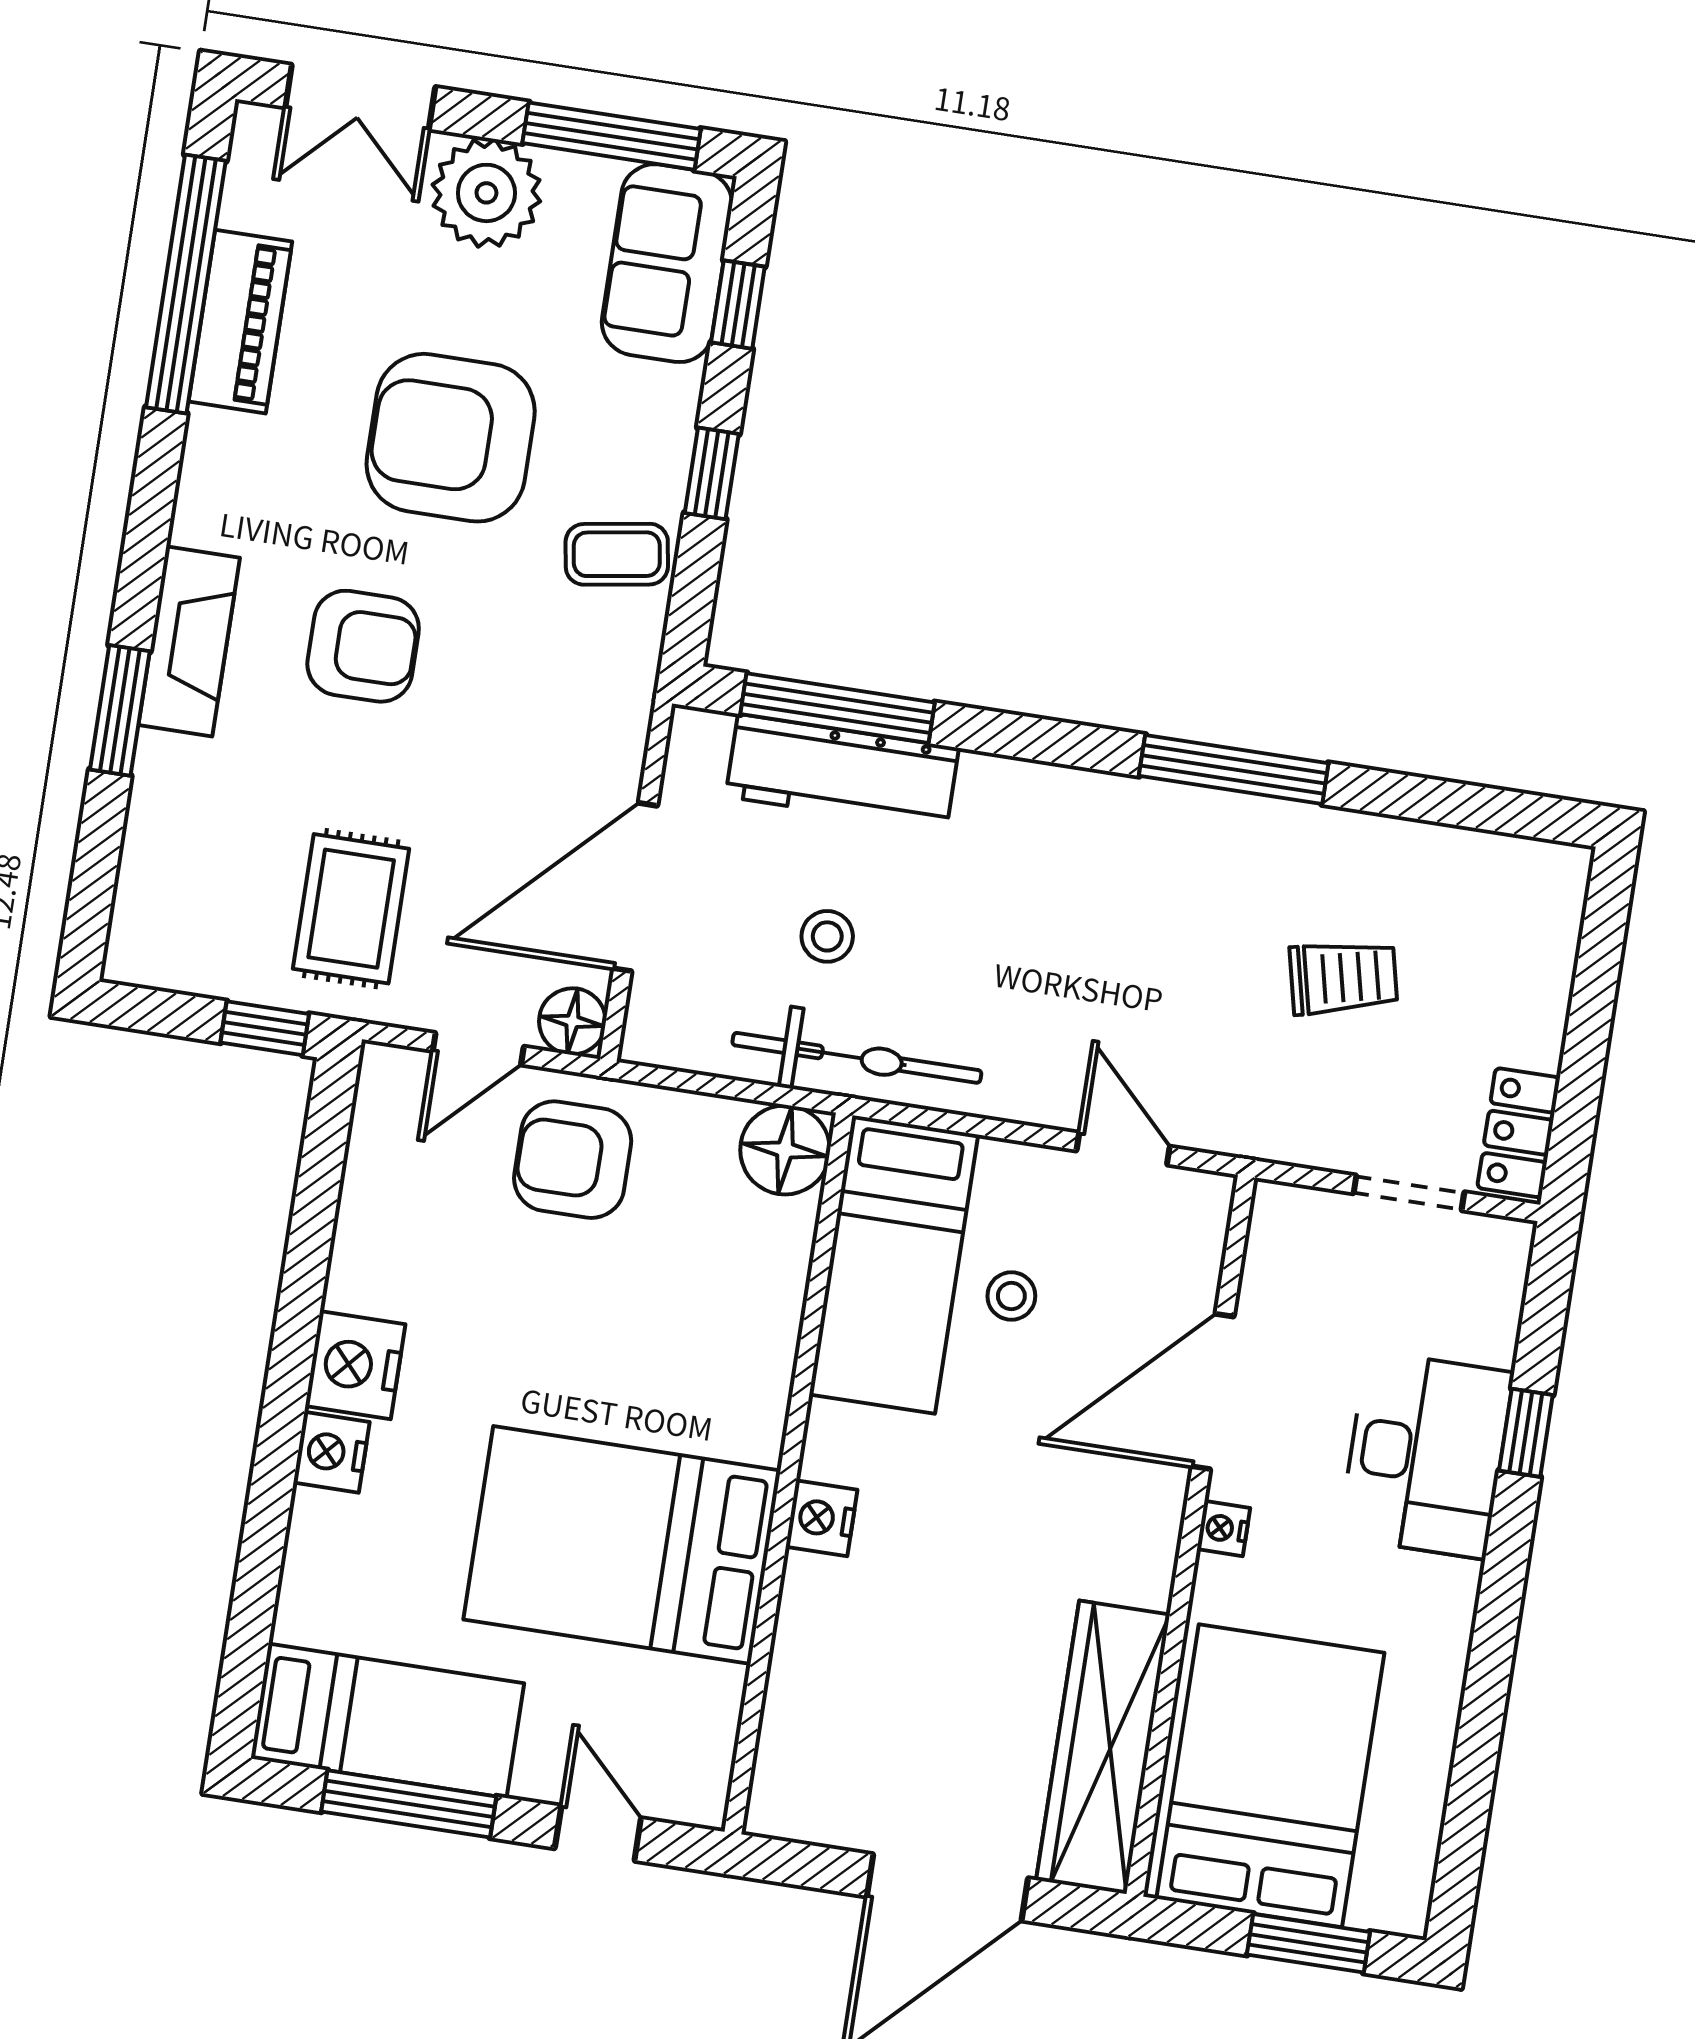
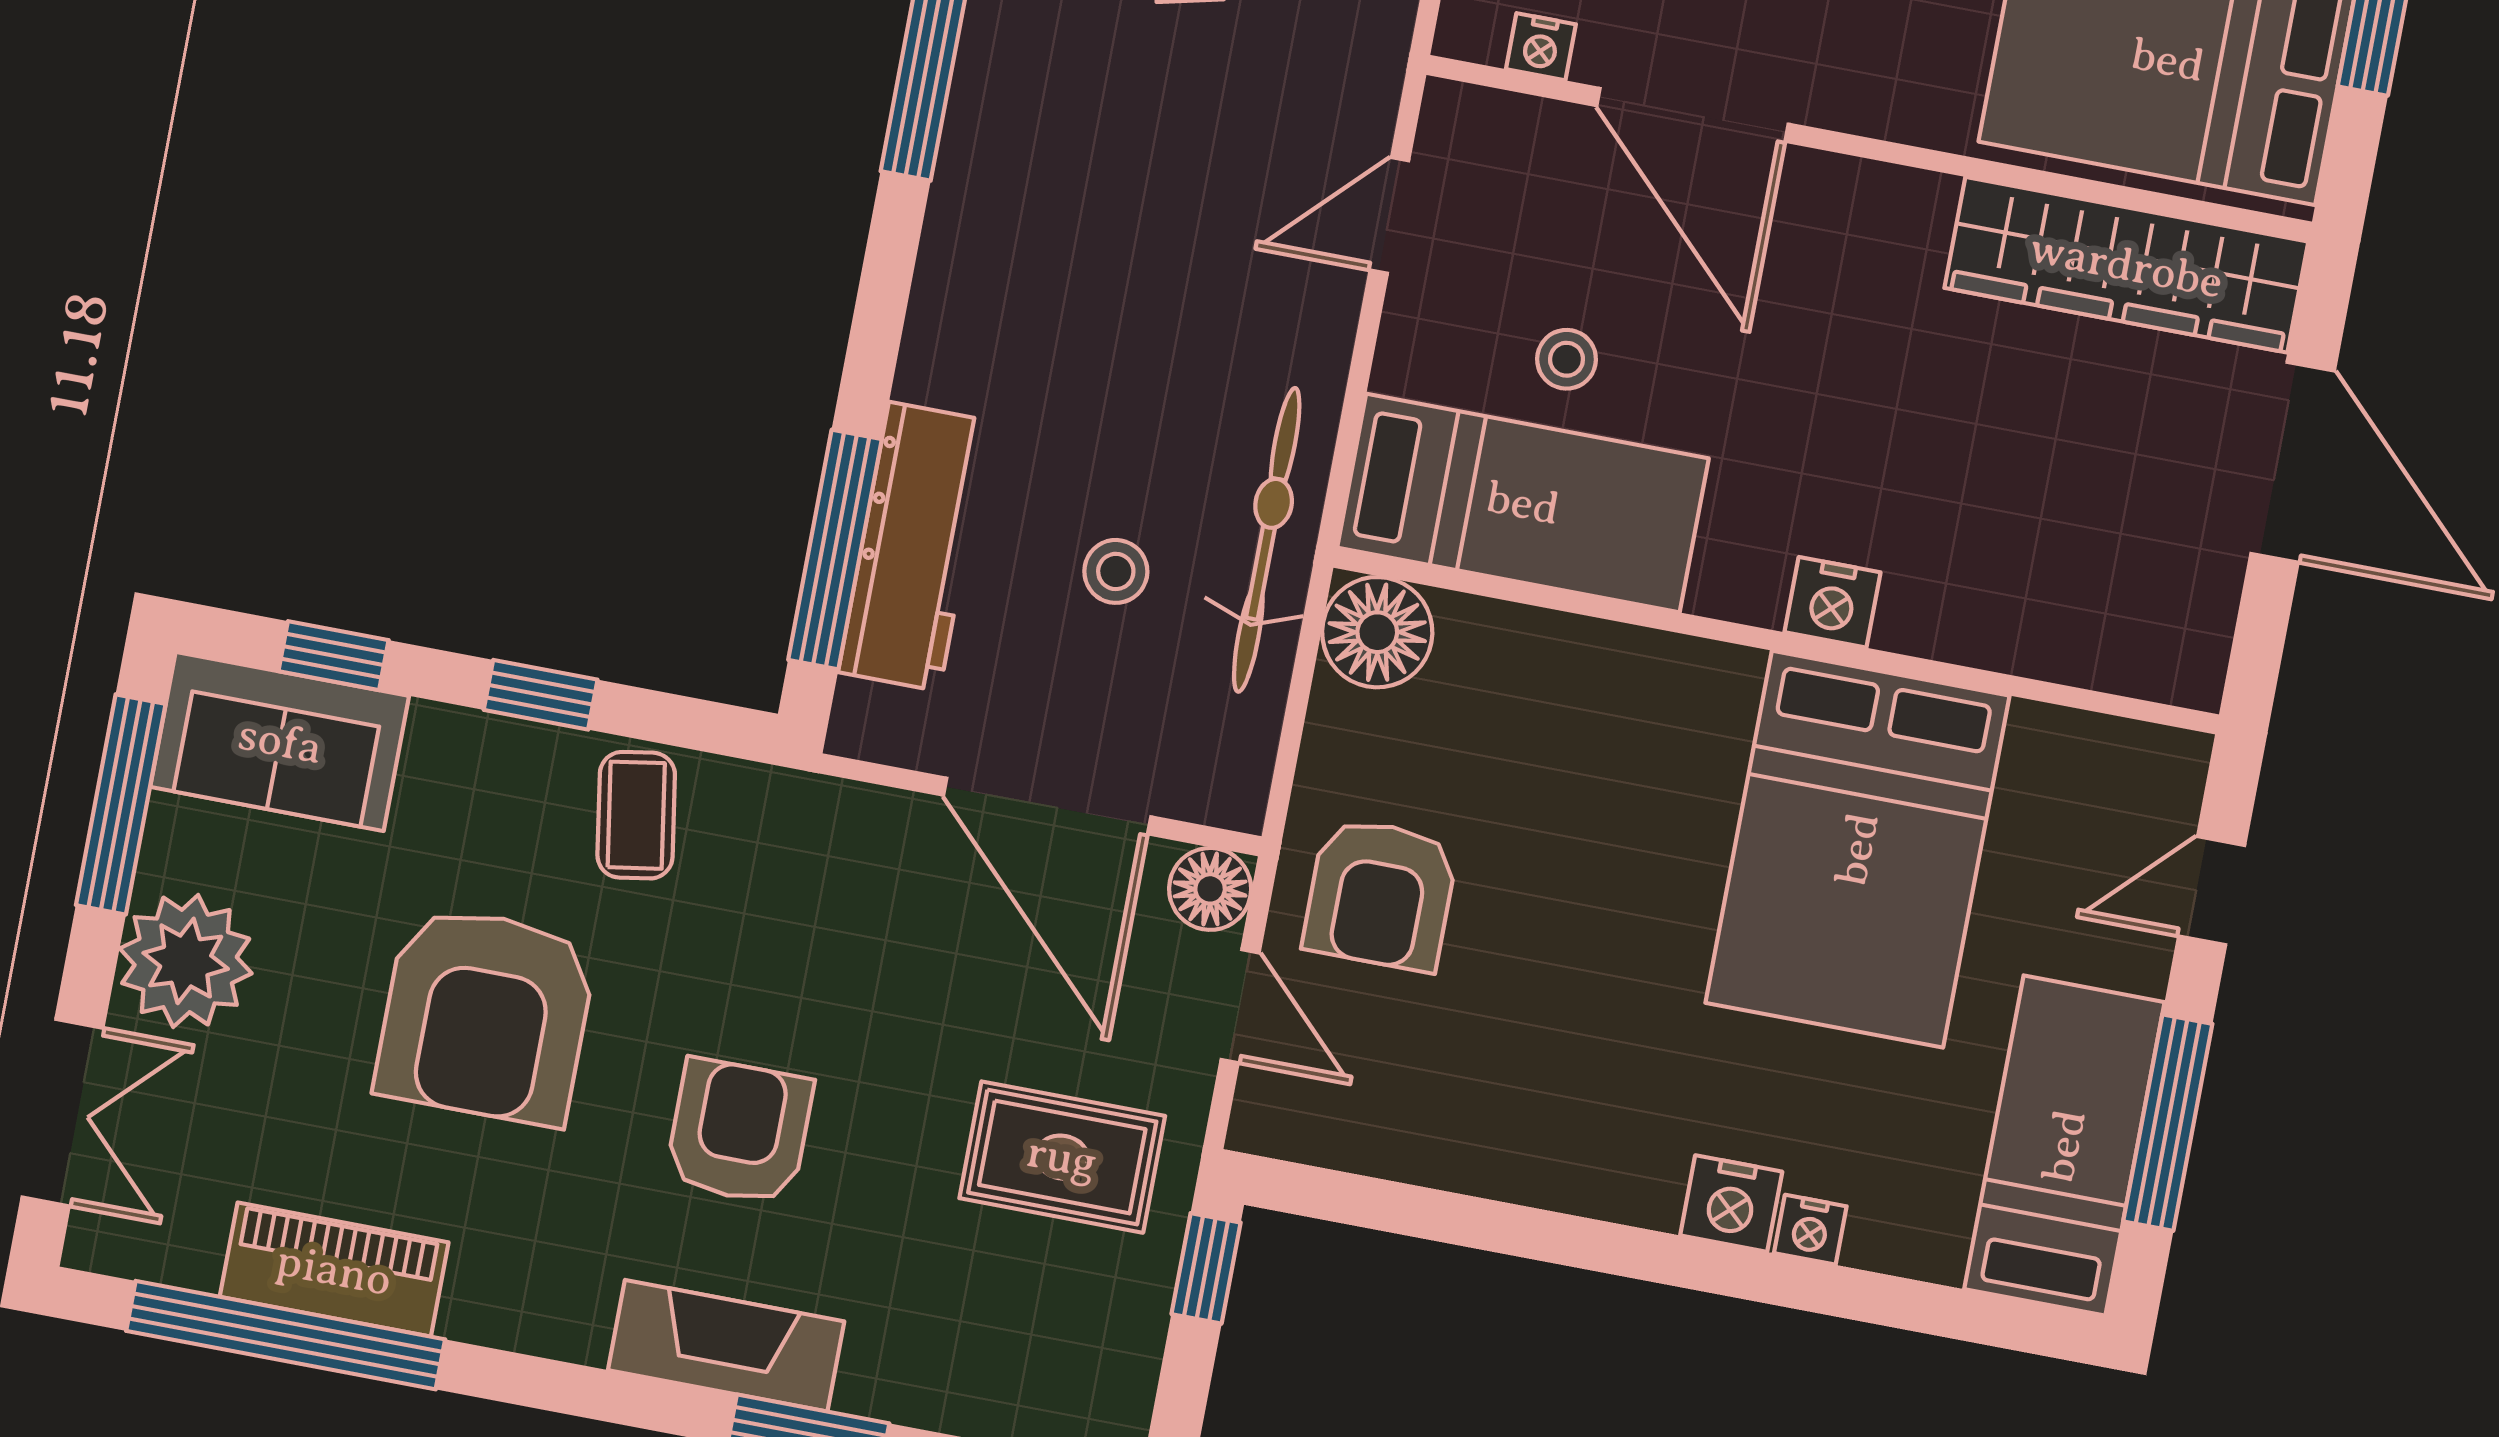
nightstand: (355, 1365) -> (1810, 1230), moved, width x0.53, depth x0.56
nightstand: (1223, 1528) -> (1541, 47), moved

